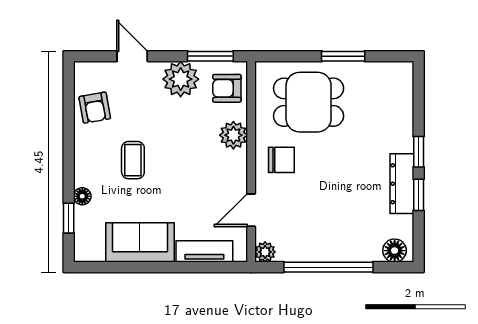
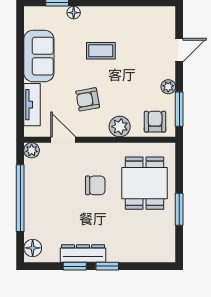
plant: (181, 79) -> (168, 87), width x0.53, depth x0.53
armchair: (95, 108) -> (88, 99), moved
chair: (281, 160) -> (95, 185), moved, turned -90

